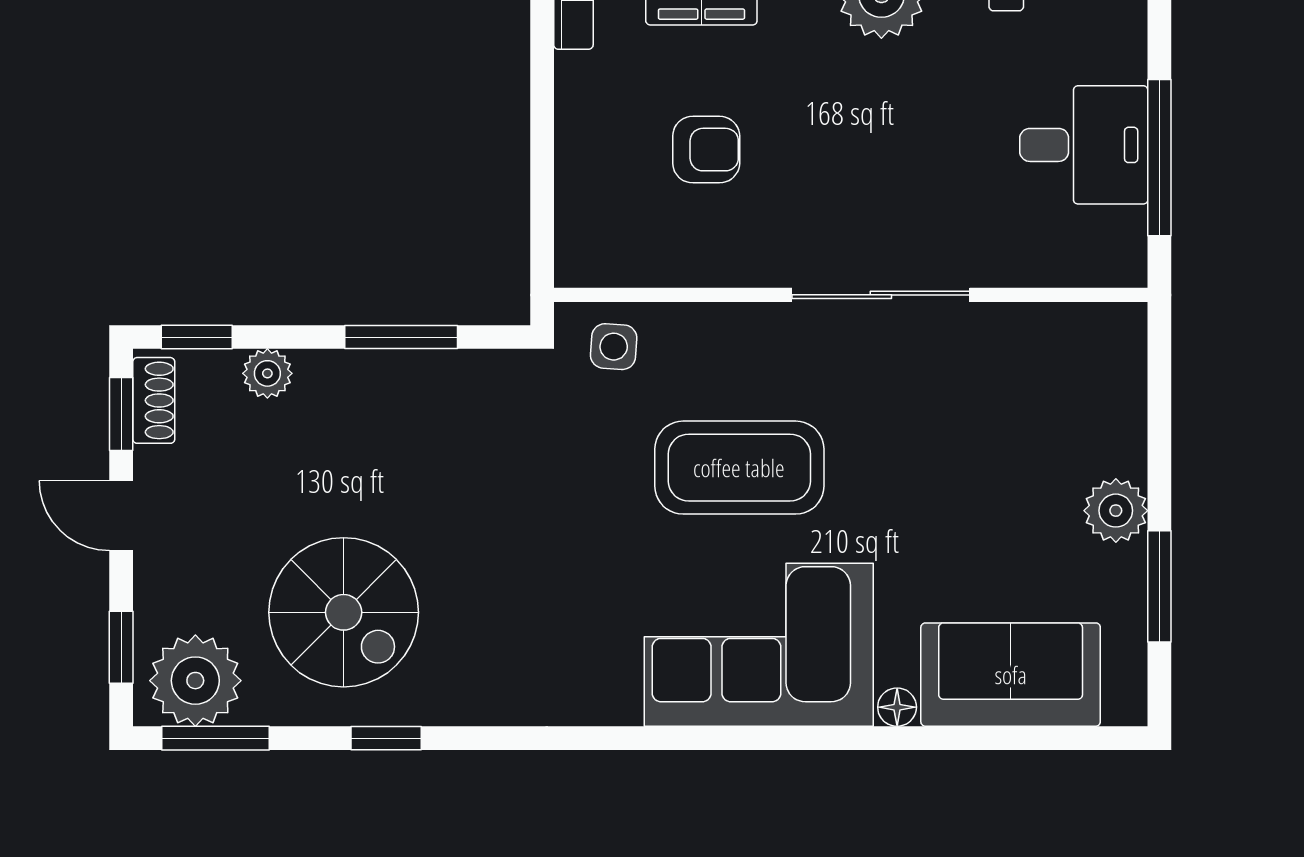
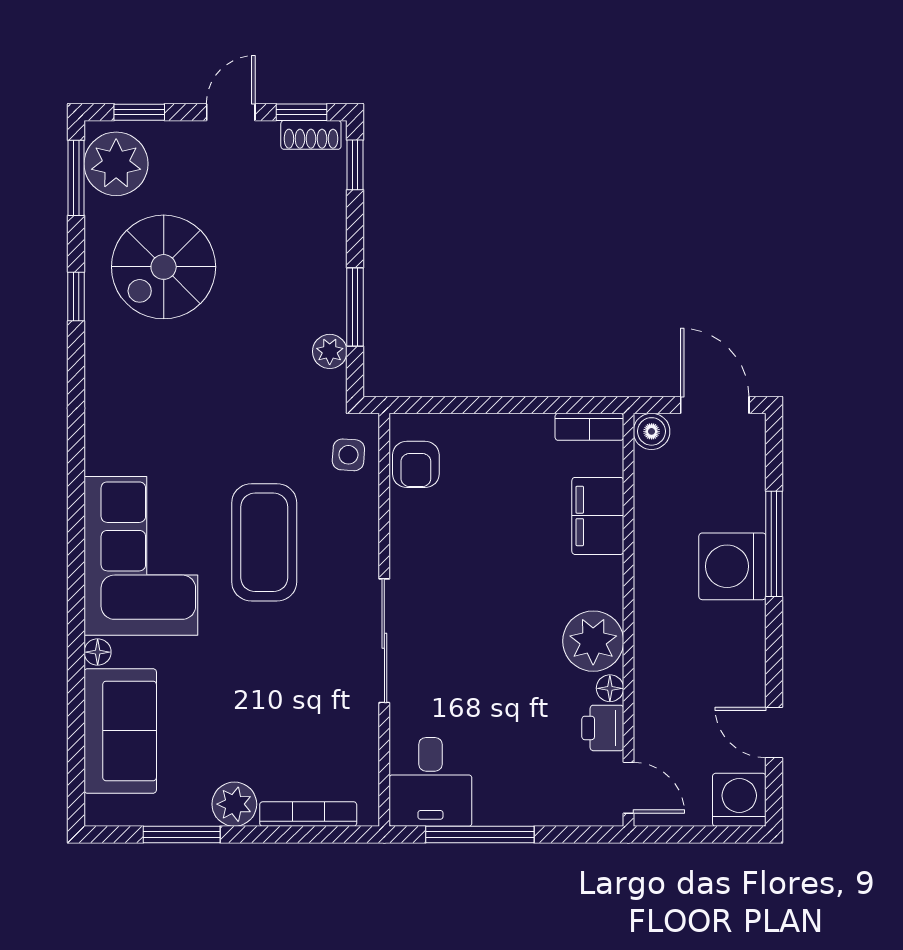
desk: (1084, 145) -> (430, 782), moved
armchair: (706, 150) -> (416, 464), moved
plant: (267, 373) -> (330, 351), moved
bookcase: (1130, 404) -> (308, 814), added

